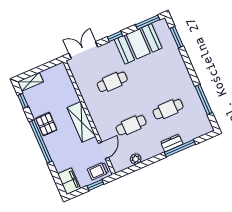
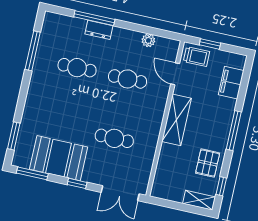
pallet: (46, 124) -> (208, 163), moved
window: (41, 142) -> (234, 131), width x0.68
door: (104, 150) -> (175, 74), hinge flipped
filing cabinet: (69, 181) -> (231, 83), moved

